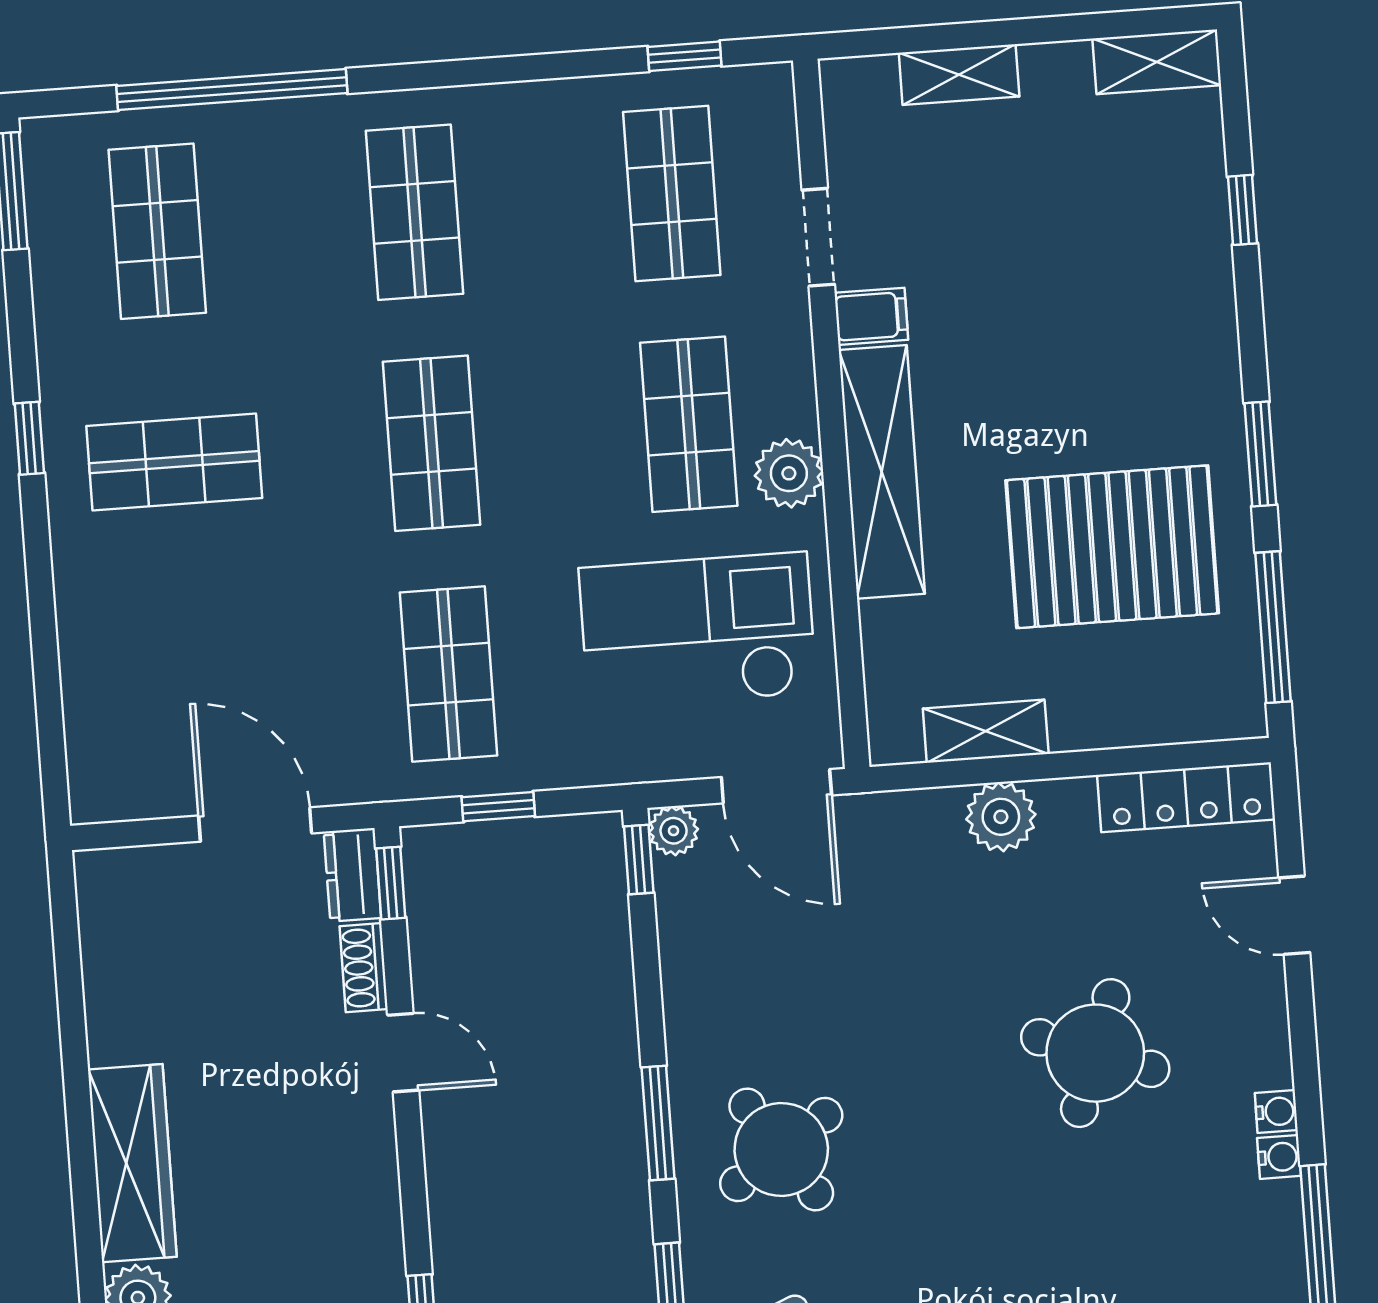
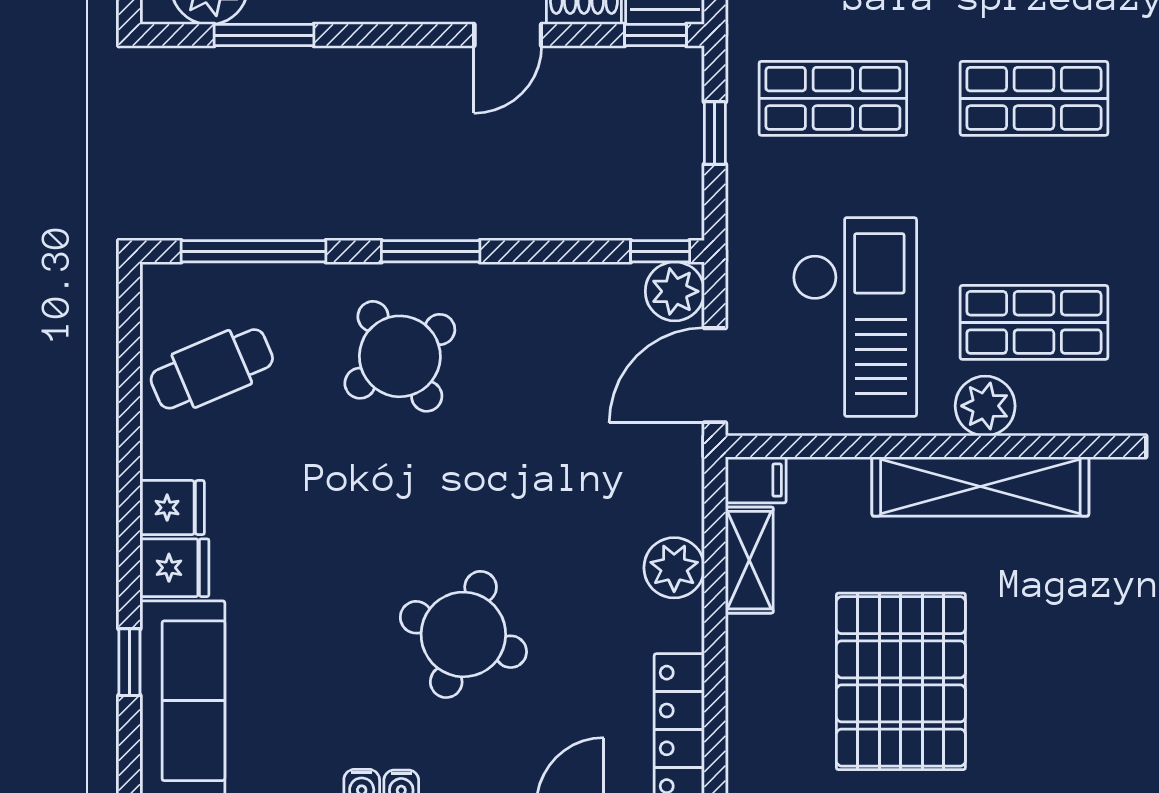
filing cabinet: (871, 316) -> (756, 480), moved, turned -90
plant: (674, 831) -> (675, 291), width x1.38, depth x1.38

